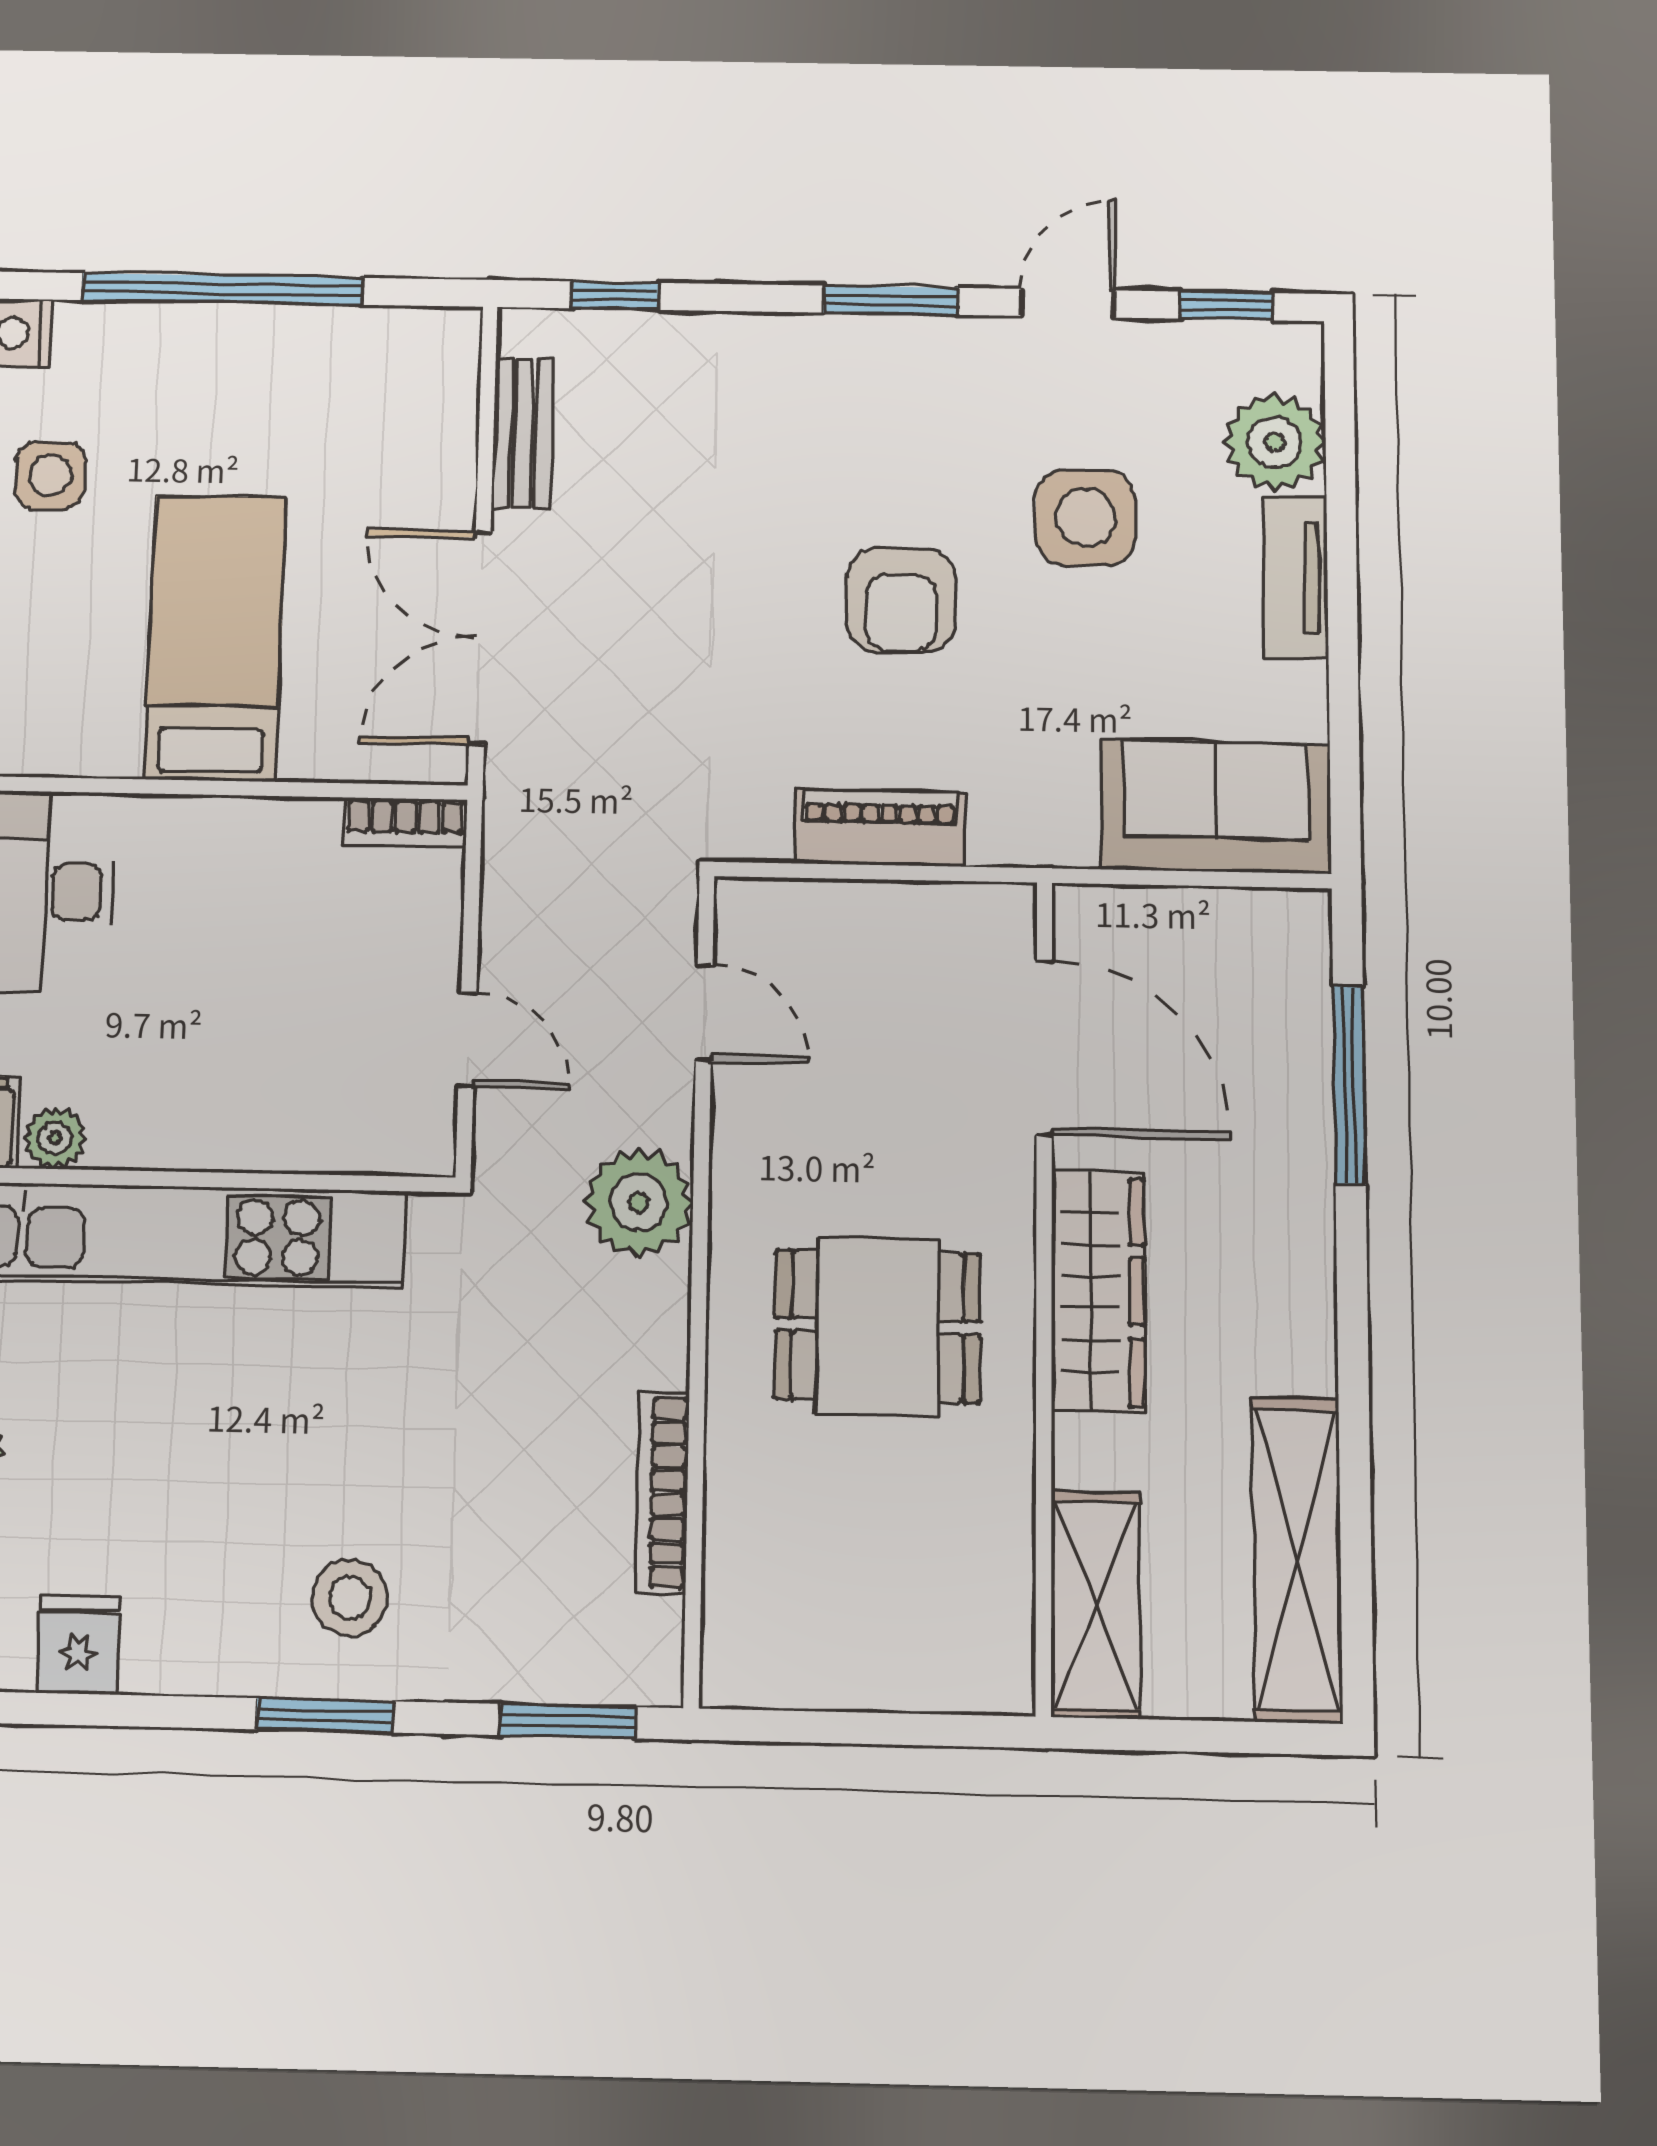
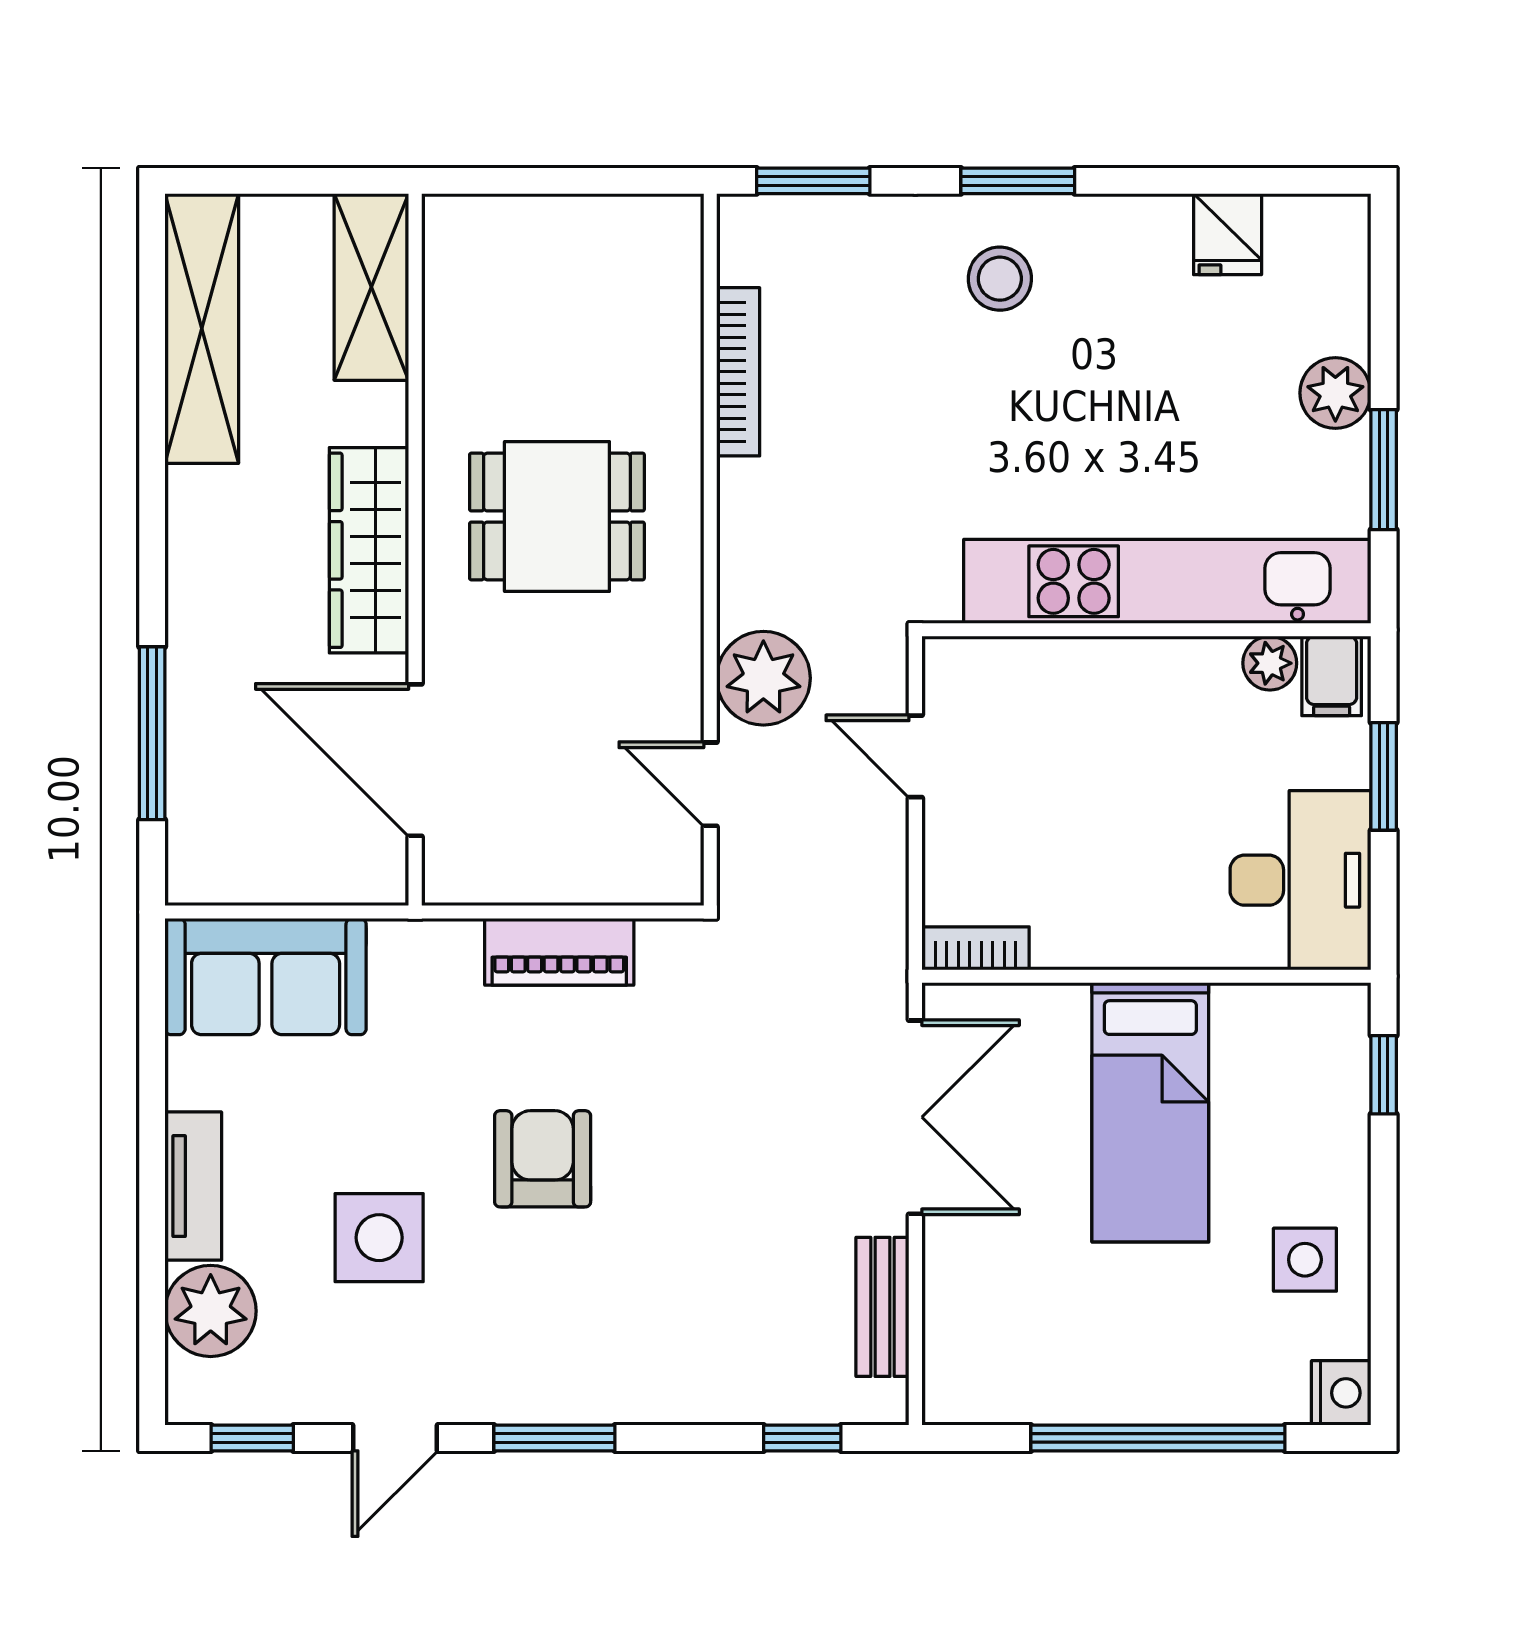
plant: (639, 1202) -> (763, 678), moved

